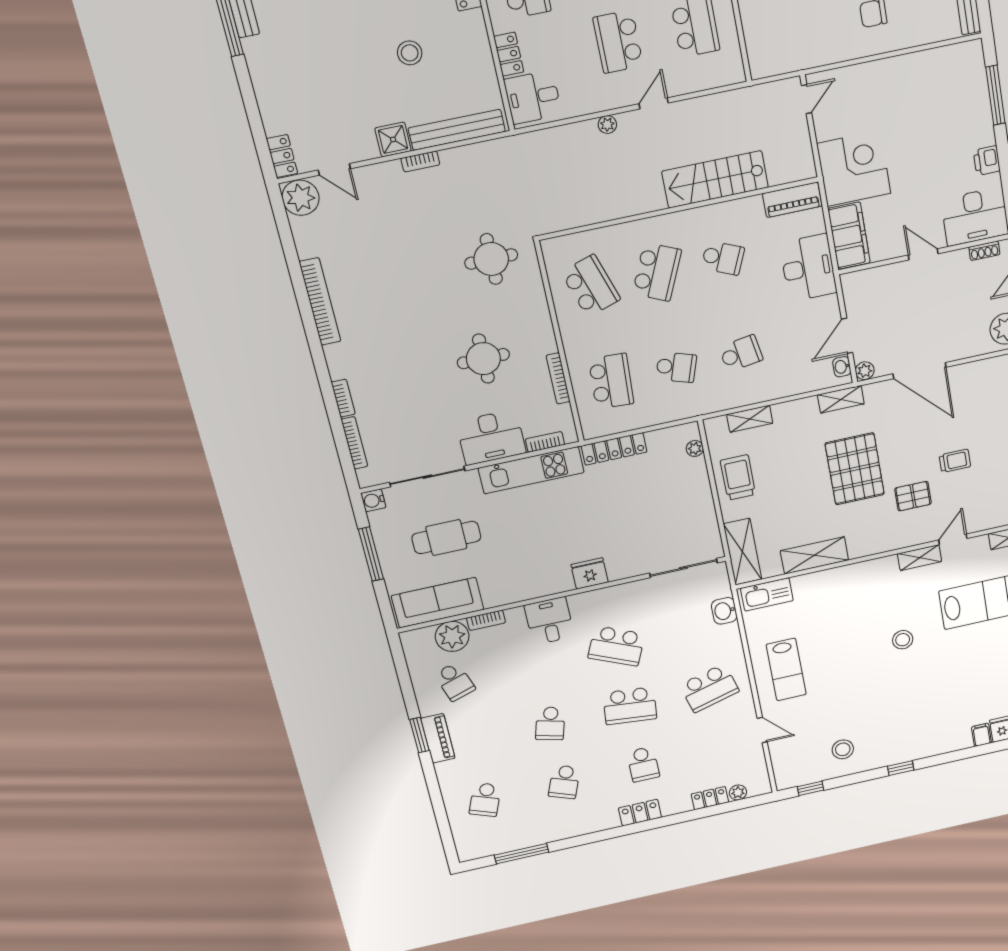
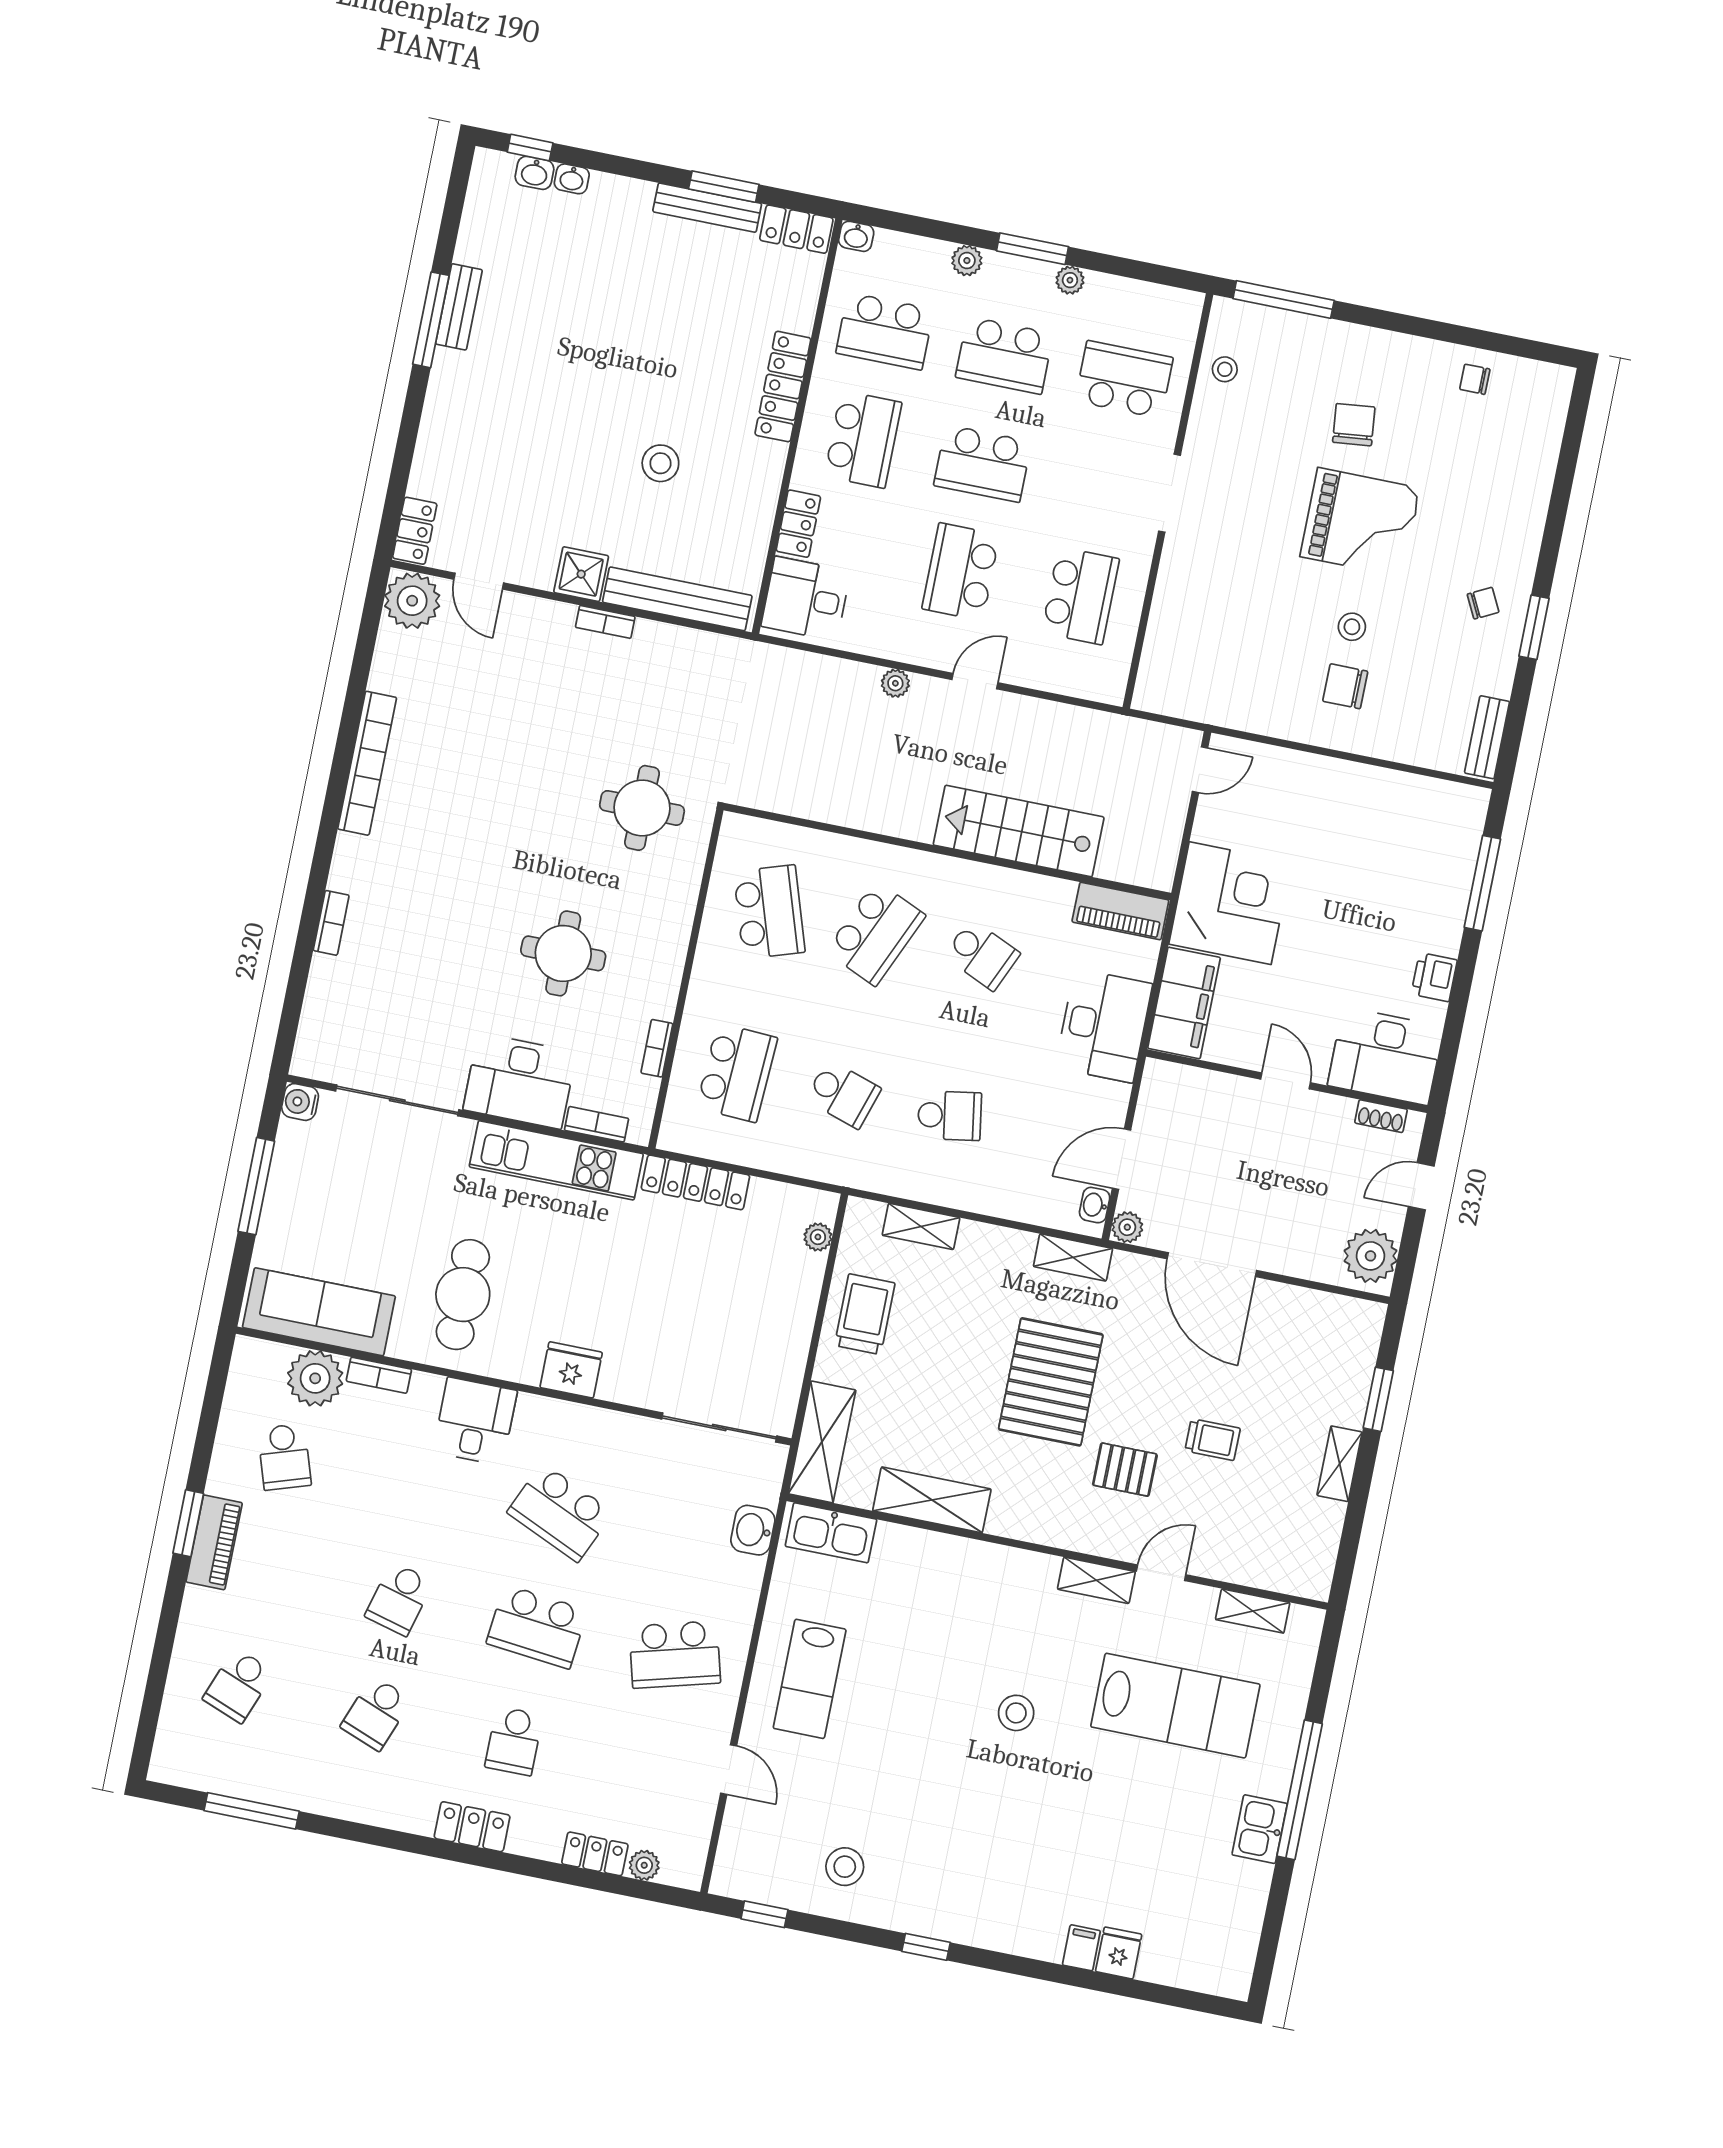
bookcase: (558, 378) -> (657, 1048), width x0.64
bookcase: (354, 443) -> (315, 999), removed
cafe table: (446, 537) -> (463, 1295), moved, turned 90

